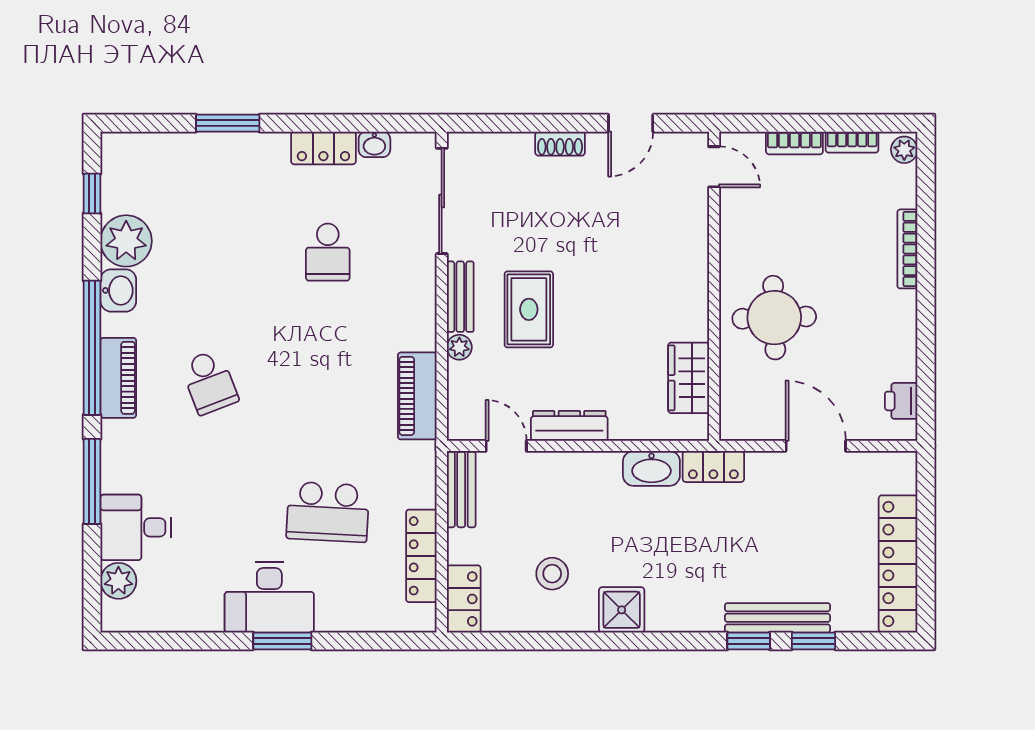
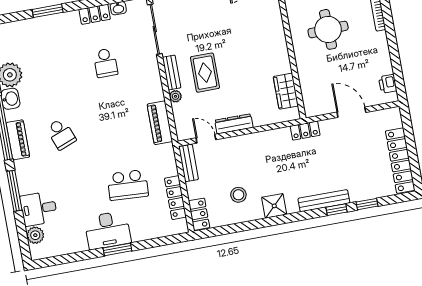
round table: (774, 318) -> (328, 29), moved
washbasin: (651, 468) -> (276, 137), removed
bench: (778, 618) -> (324, 201), moved

